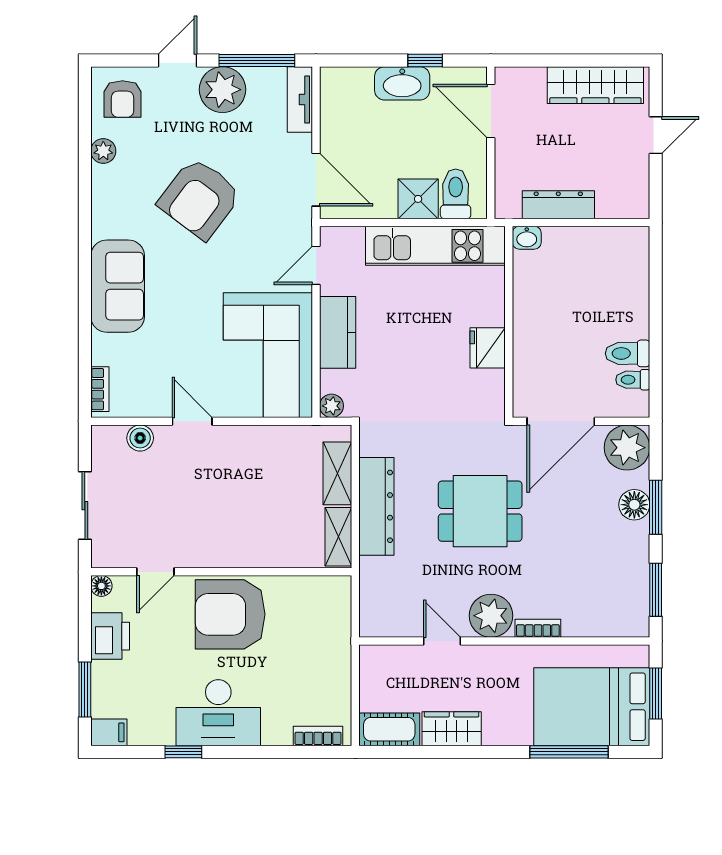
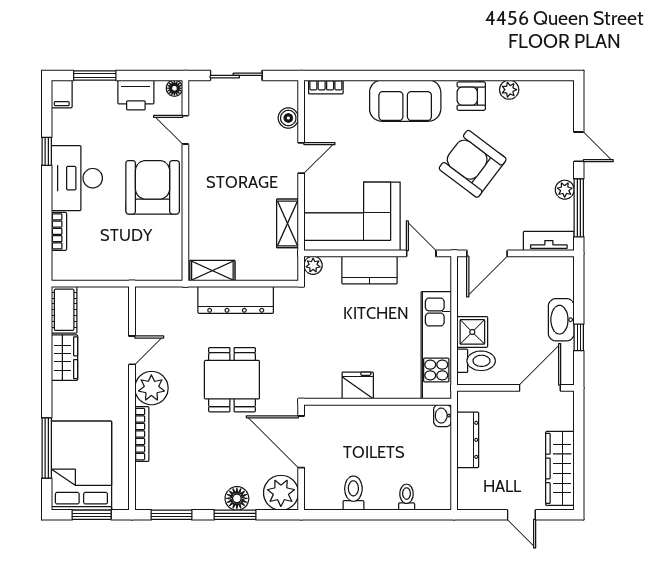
plant: (223, 90) -> (565, 190), width x0.53, depth x0.53
armchair: (123, 99) -> (471, 96), moved
toilet: (633, 380) -> (407, 497), moved
shelving: (337, 473) -> (287, 223), moved, turned 90
bookcase: (538, 628) -> (142, 434), width x1.56
bookcase: (318, 736) -> (59, 231), moved

